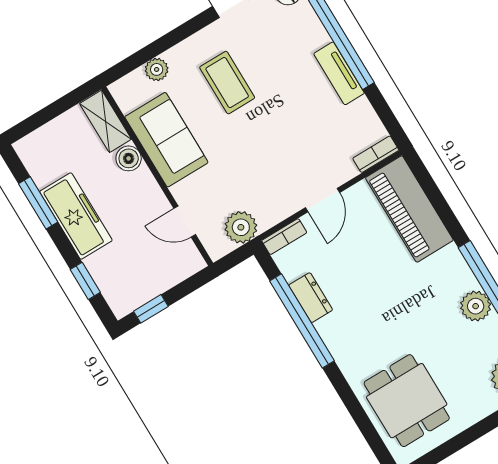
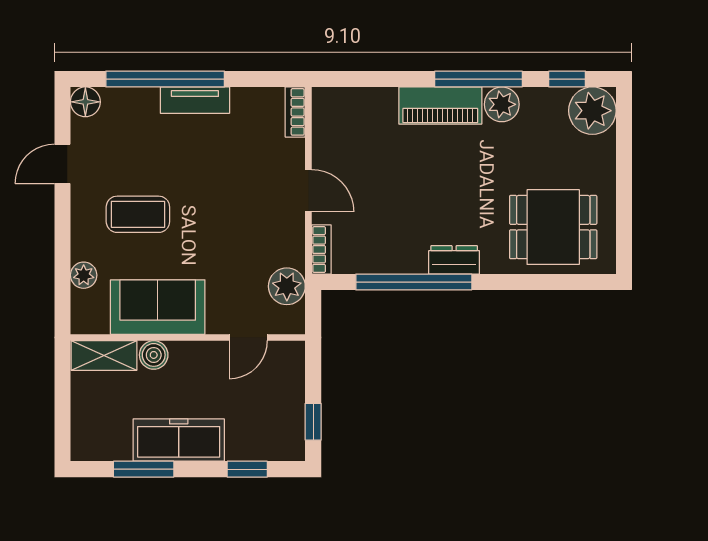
piano: (409, 209) -> (440, 105), moved, width x0.73, depth x0.75
dresser: (311, 298) -> (454, 260), moved

